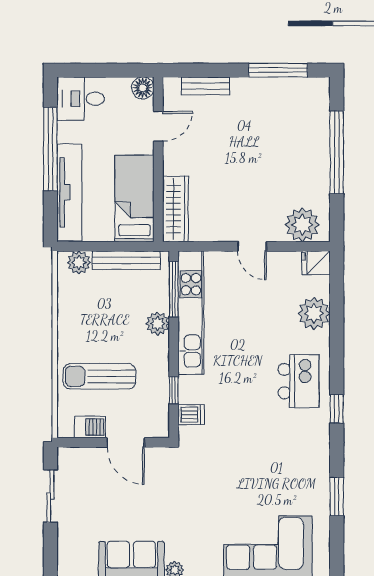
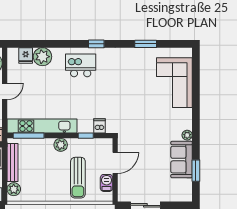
fridge: (316, 263) -> (26, 56), moved
plant: (158, 324) -> (61, 145), moved

